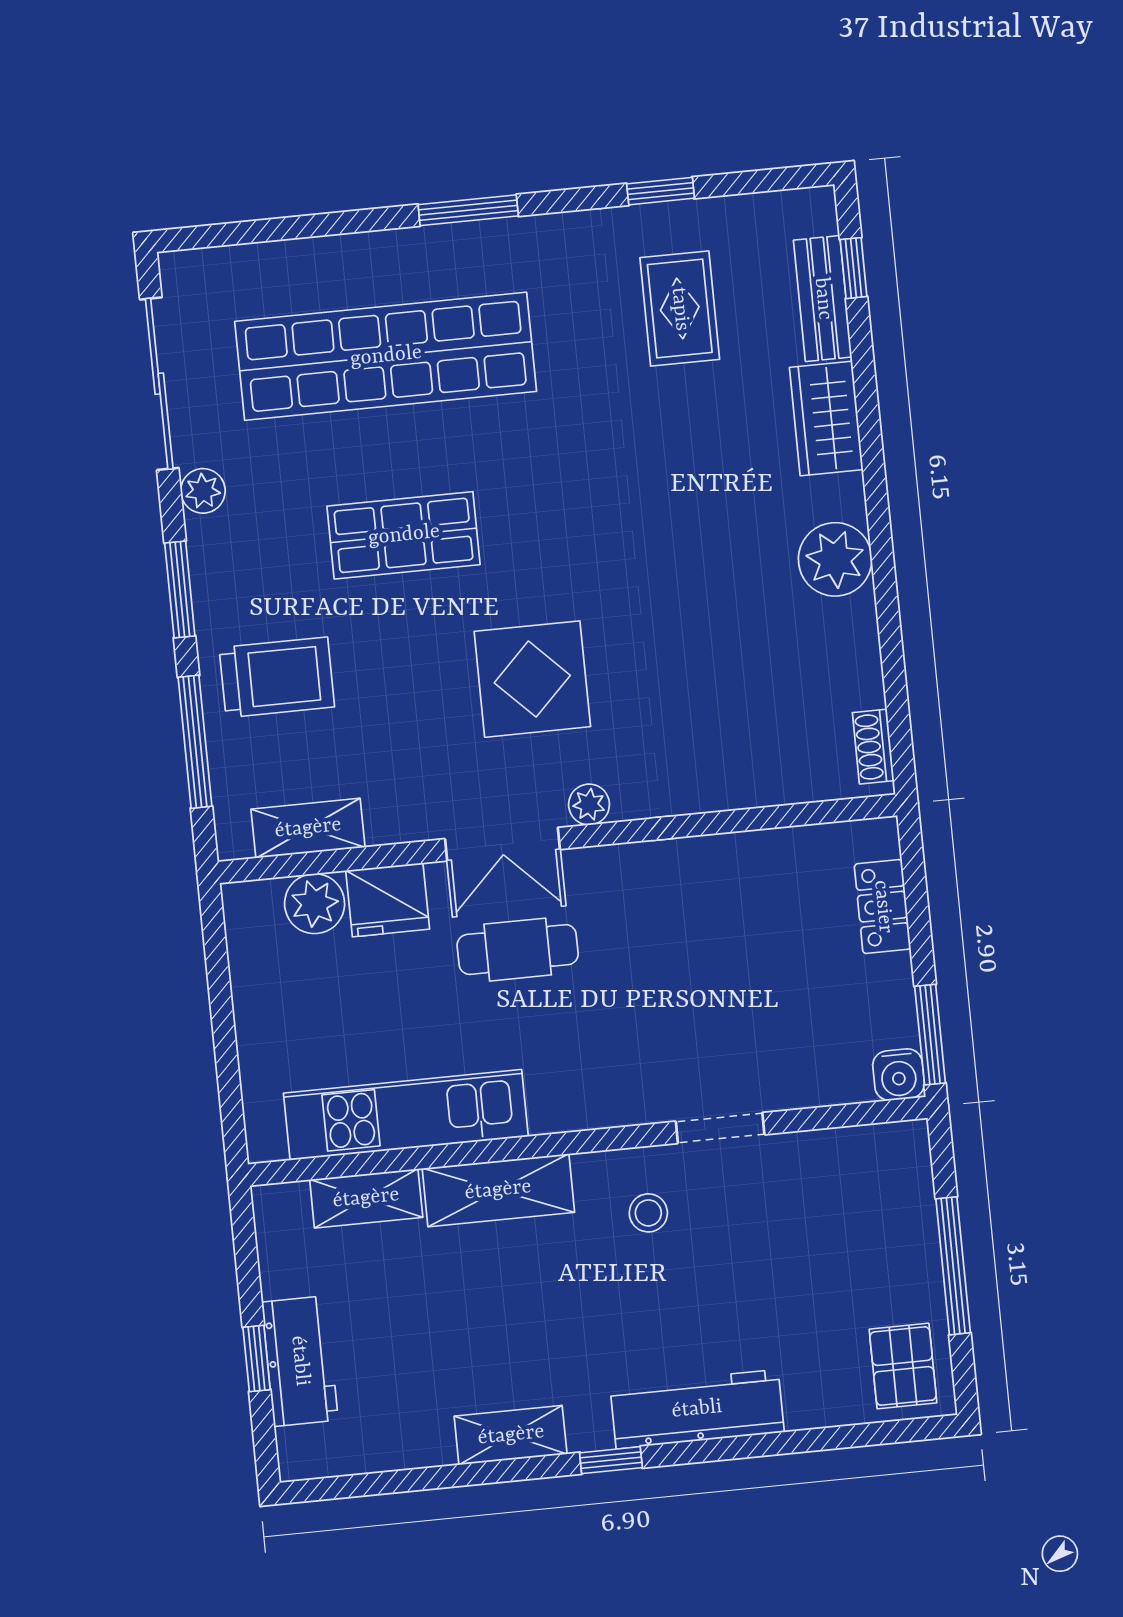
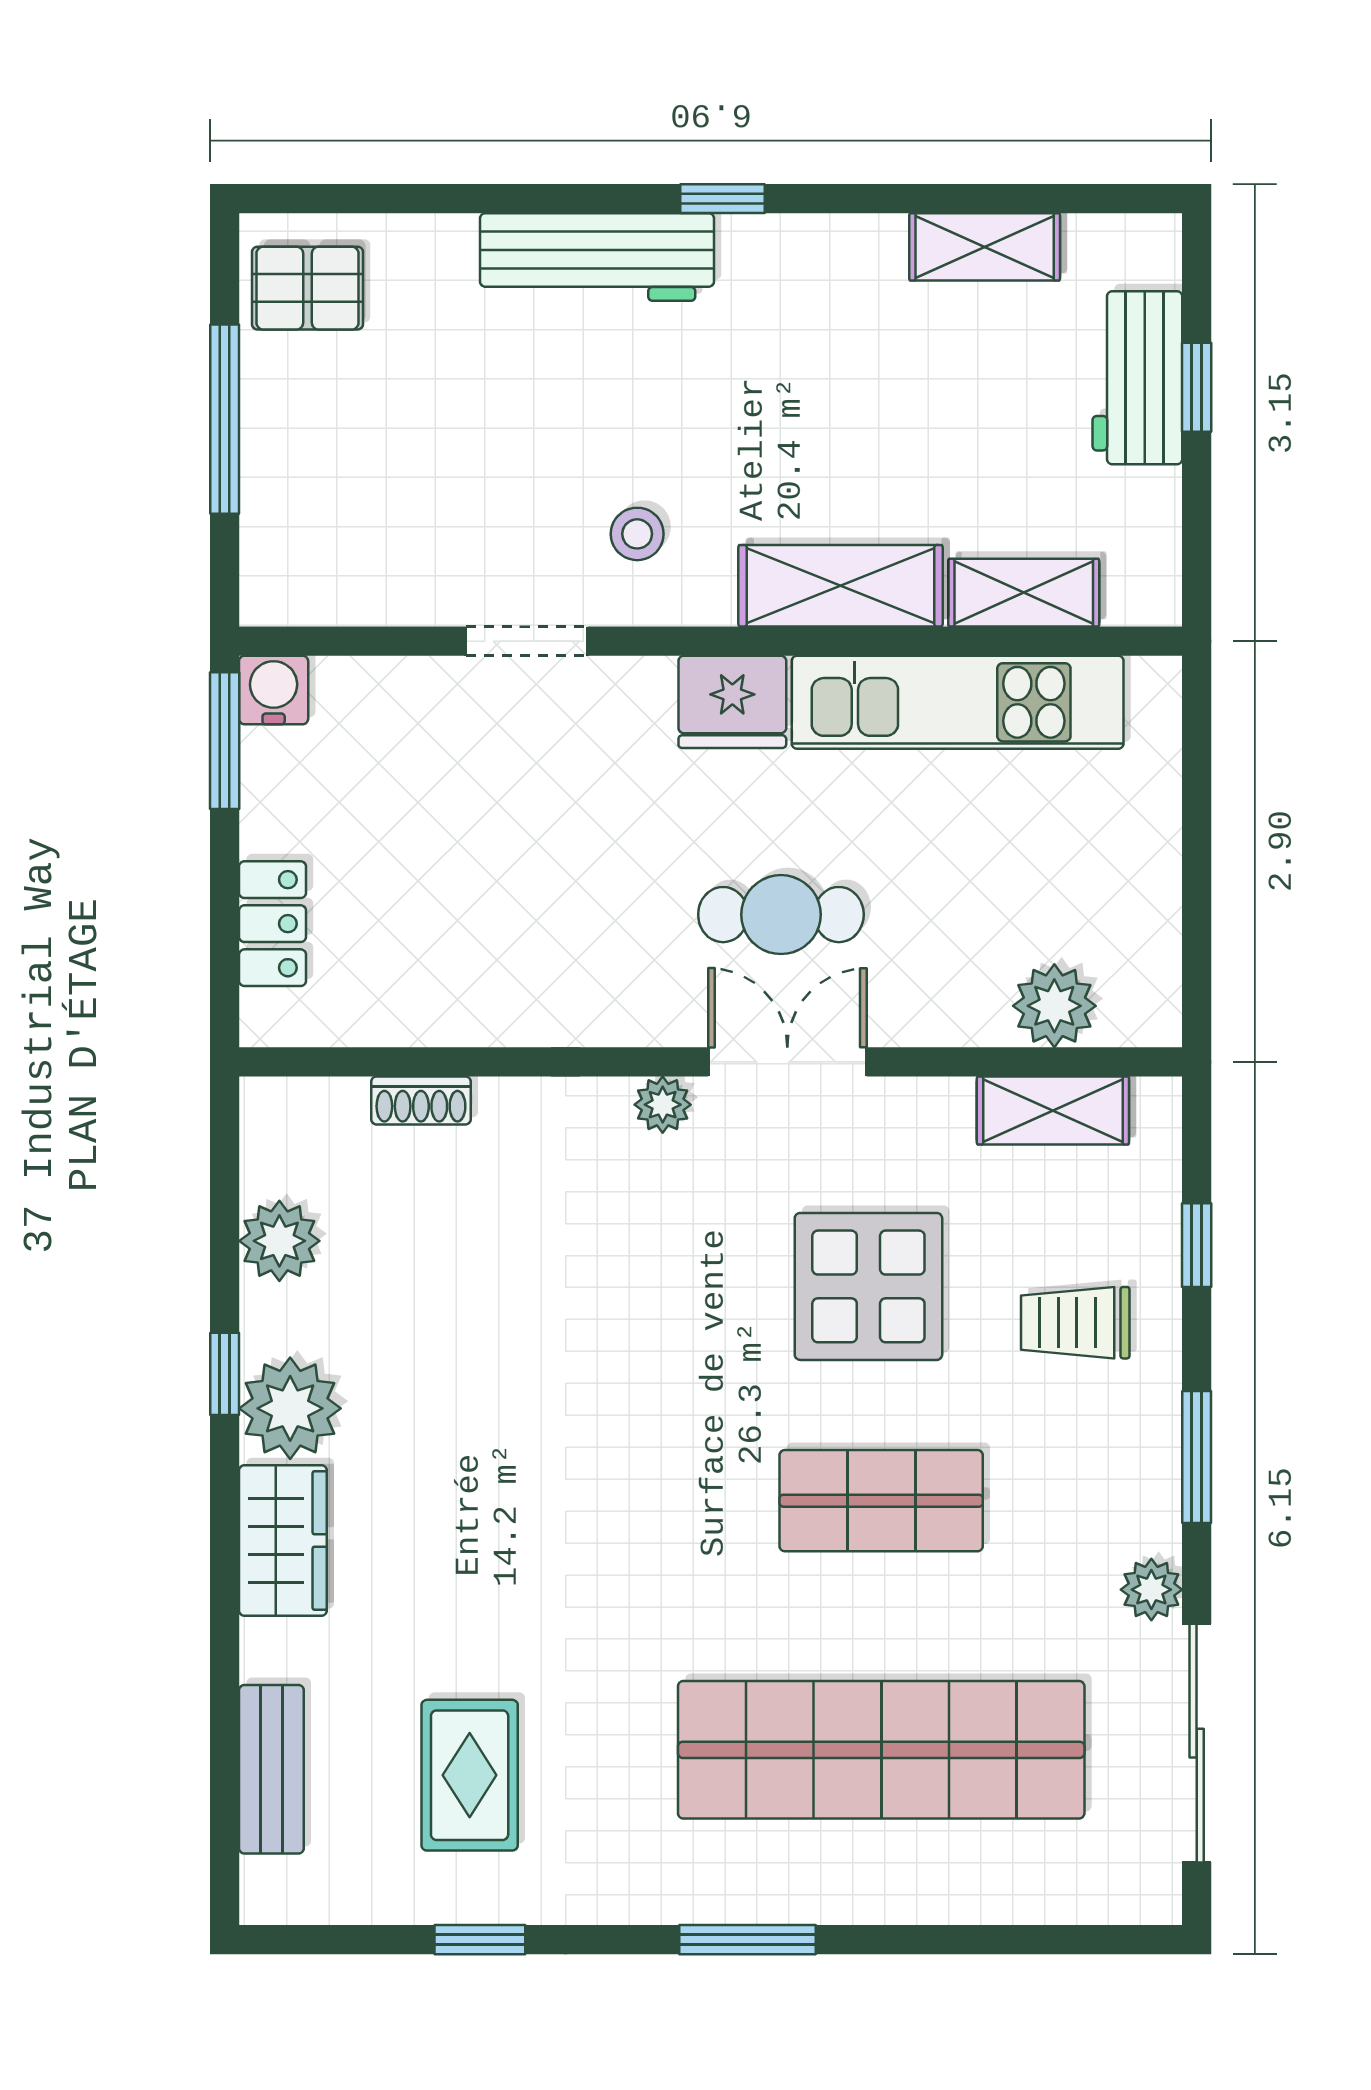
window: (854, 268) -> (225, 1374), moved
wardrobe: (826, 419) -> (283, 1540), moved
trolley: (277, 677) -> (1075, 1323), width x0.73, depth x0.72
display table: (532, 679) -> (868, 1286), moved
plant: (855, 679) -> (279, 1241), added
window: (195, 742) -> (1197, 1245), width x0.46
shoe rack: (873, 747) -> (421, 1100), moved, turned 90
fridge: (388, 900) -> (732, 702), moved, turned 180
pallet: (903, 1366) -> (307, 288), turned 90
shelving: (511, 1435) -> (985, 247), moved

